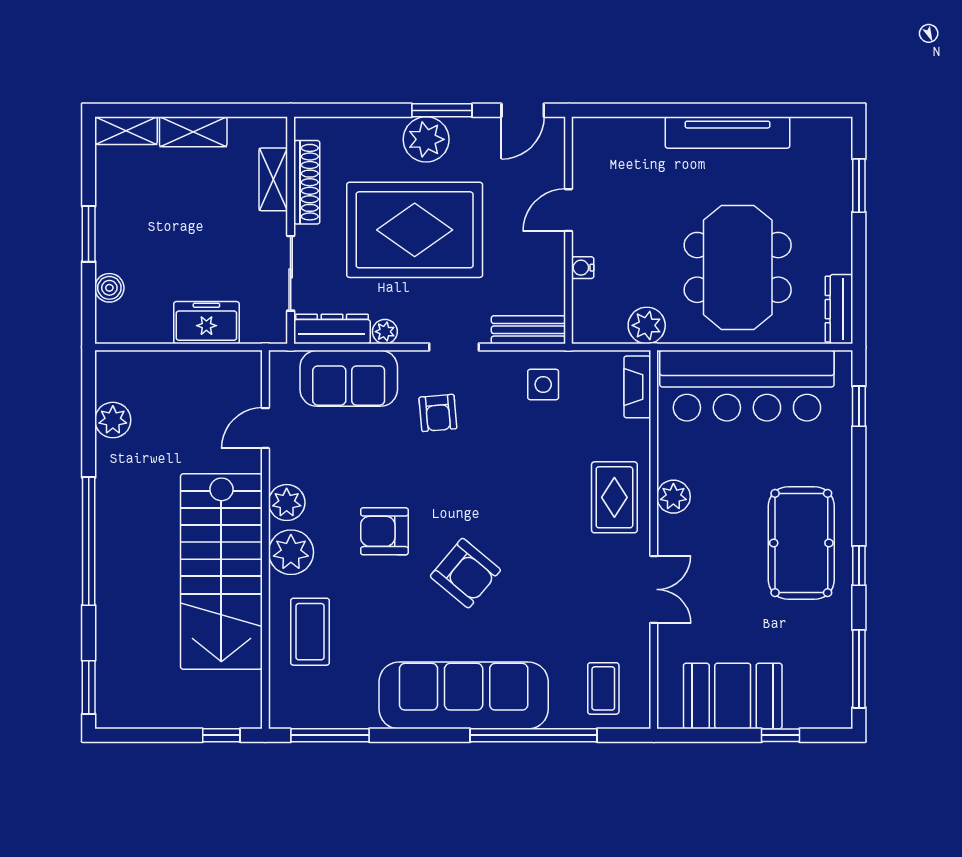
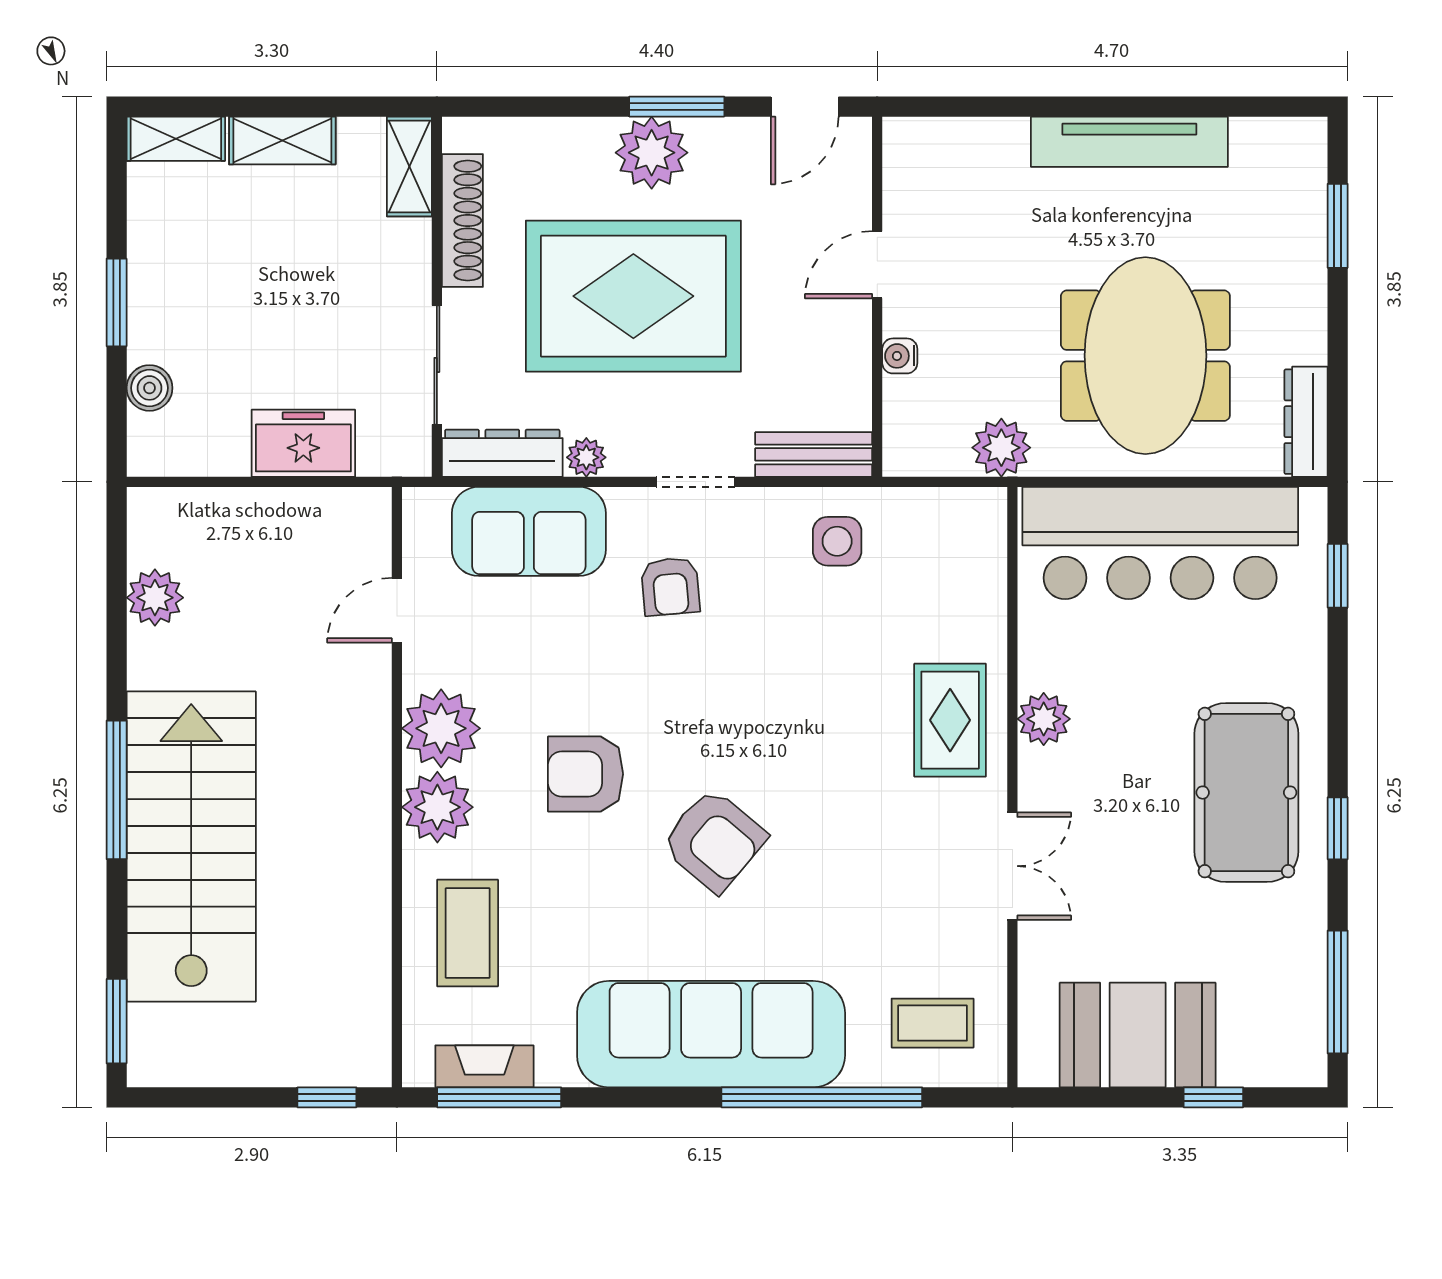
shelving: (273, 179) -> (409, 166), moved
fireplace: (637, 387) -> (484, 1066), moved, turned 90
plant: (287, 503) -> (441, 728), width x1.36, depth x1.36
window: (89, 541) -> (117, 790), width x0.68
stairs: (221, 572) -> (191, 847), moved, turned 180
coffee table: (603, 688) -> (933, 1023), turned 90

